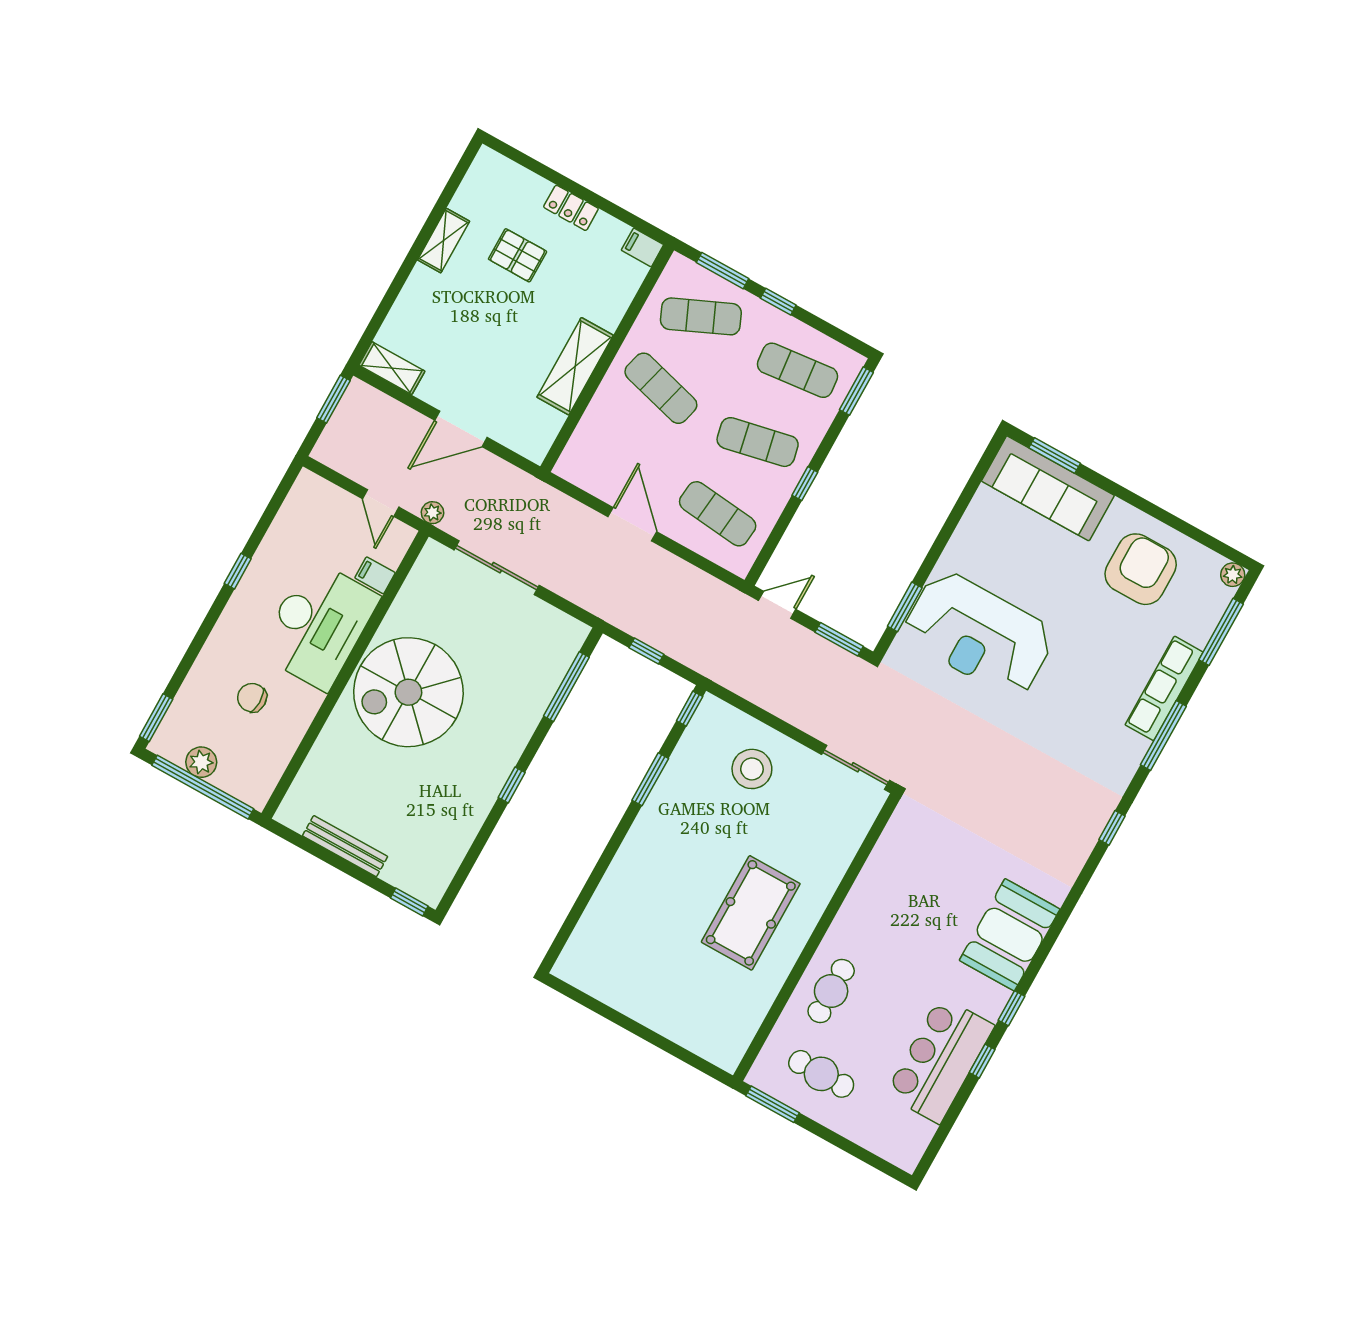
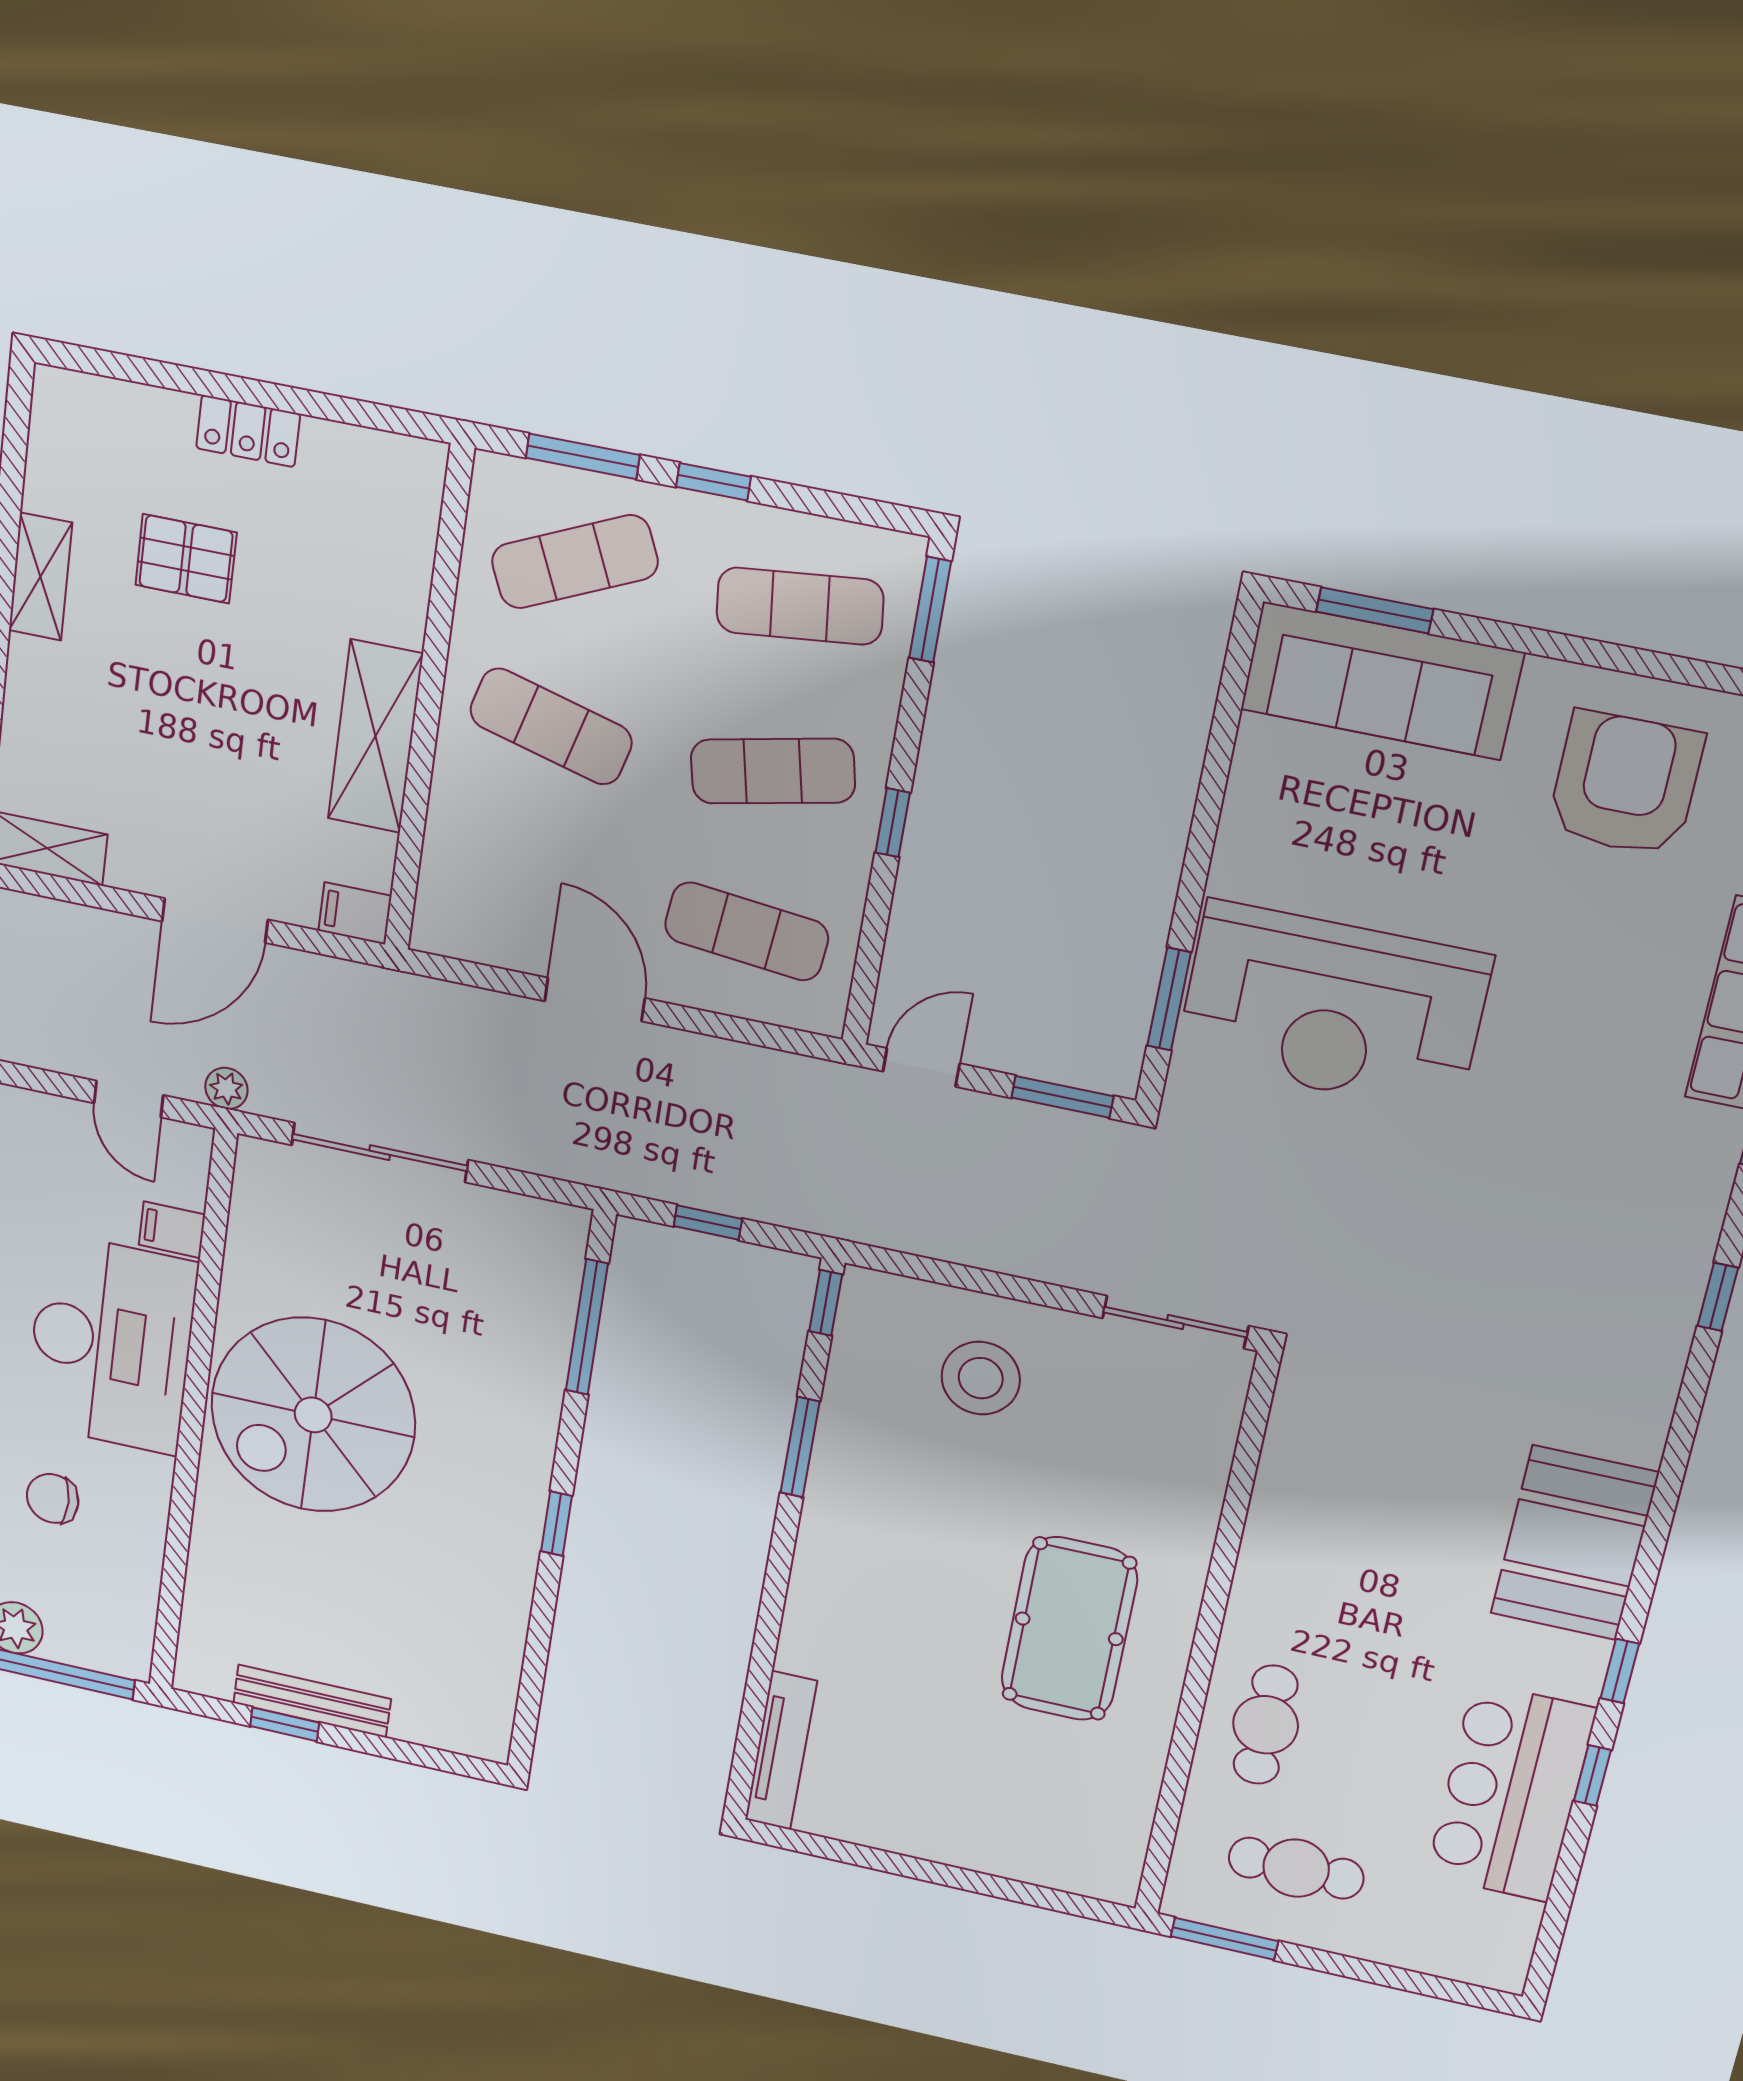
filing cabinet: (642, 247) -> (355, 913), moved
window: (409, 902) -> (285, 1724), moved
tv unit: (581, 940) -> (781, 1751), added

